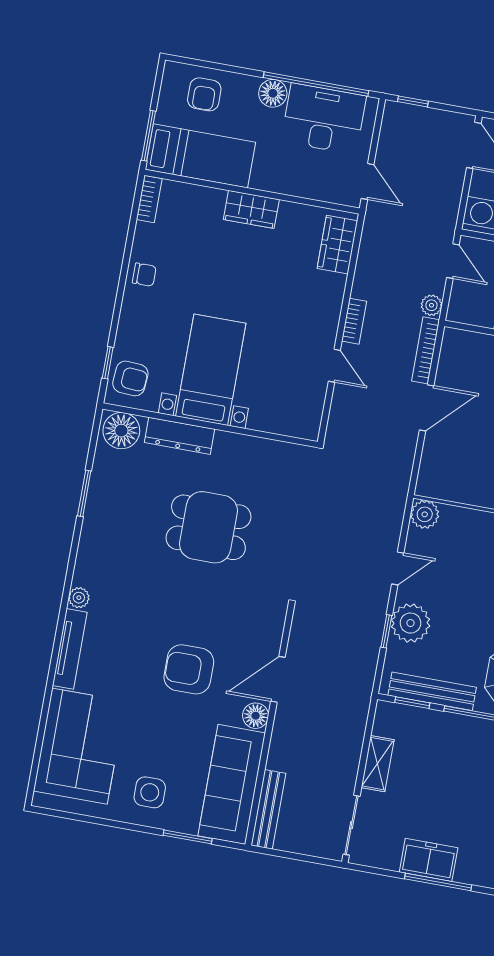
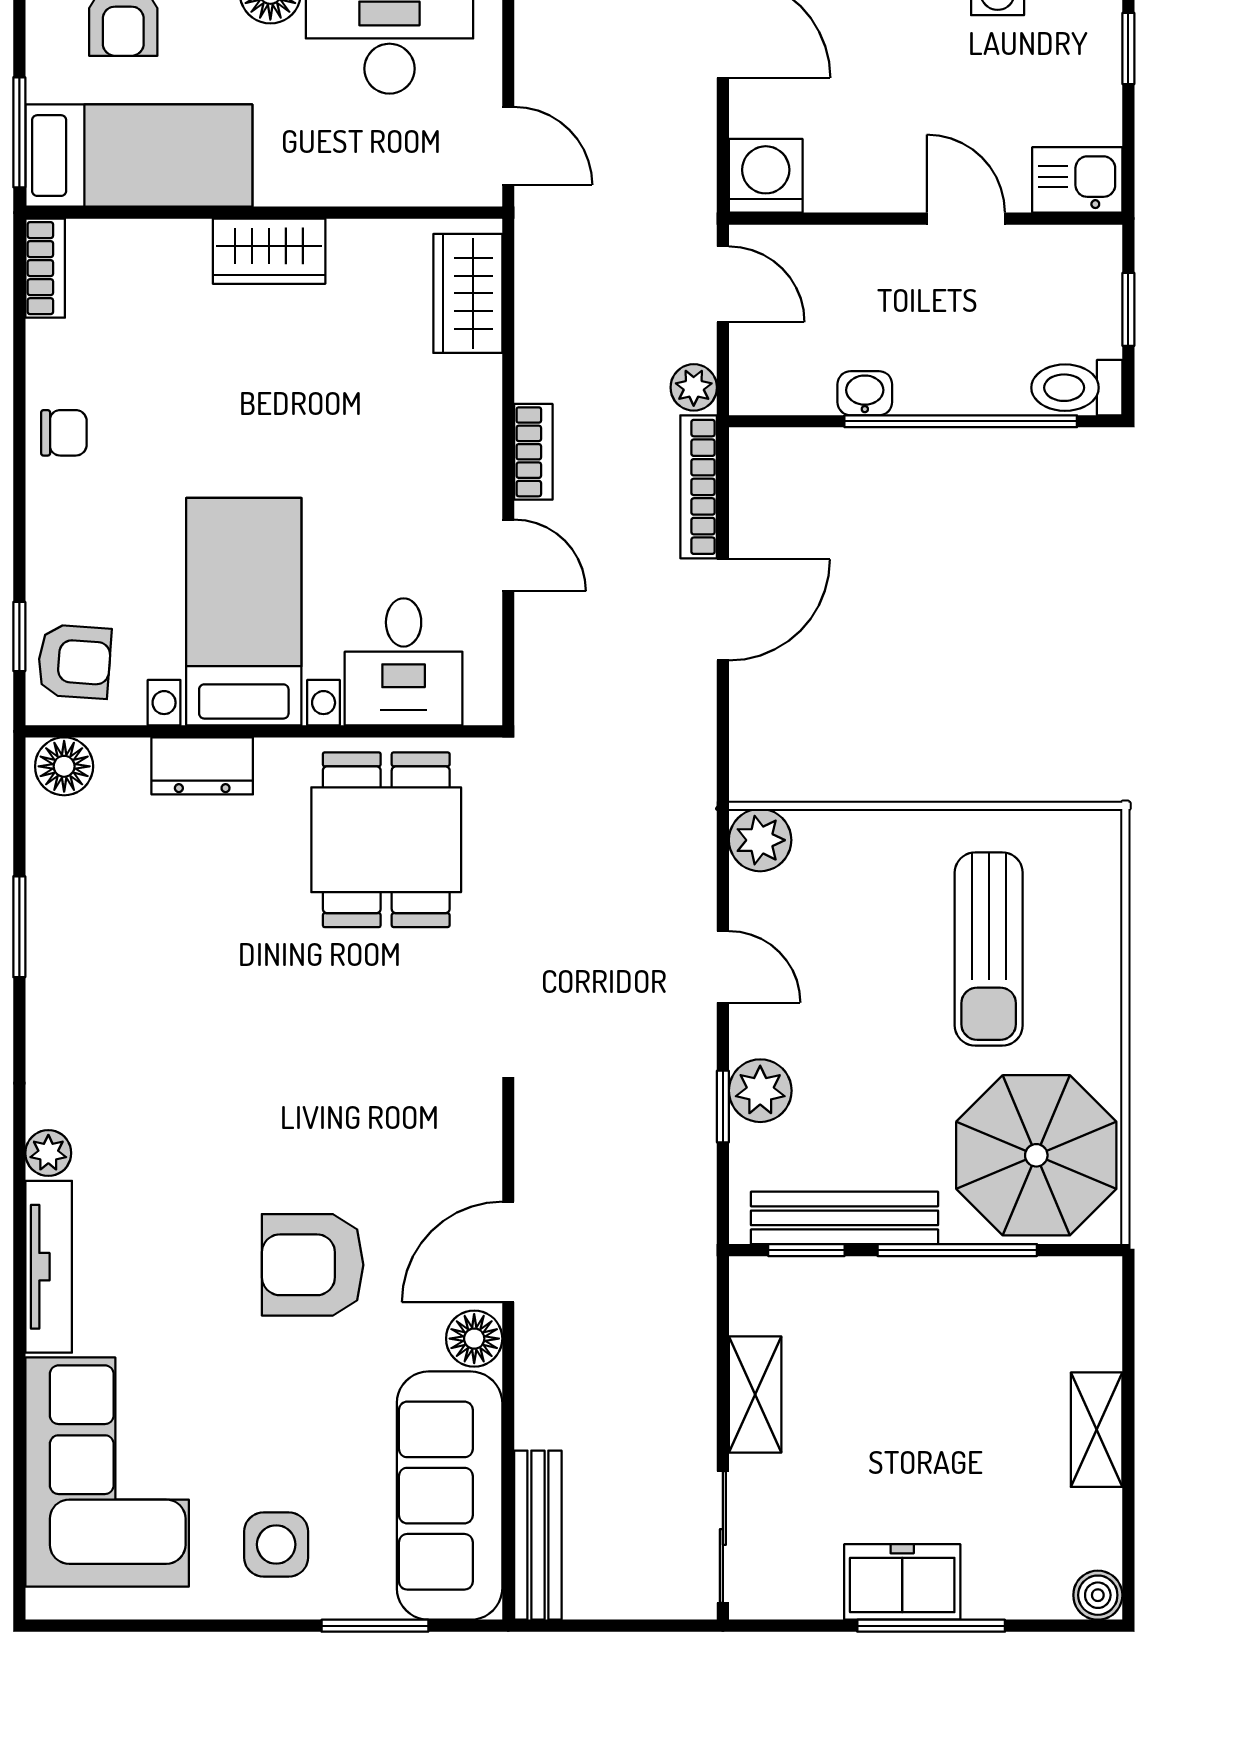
desk: (279, 405) -> (404, 662), added
floor lamp: (121, 431) -> (64, 766), width x0.73, depth x0.73
dresser: (180, 436) -> (202, 766), width x0.70
dining table: (208, 527) -> (386, 840), moved, turned 90
door: (398, 568) -> (723, 967), hinge flipped
plant: (411, 623) -> (760, 1091), width x0.73, depth x0.73

